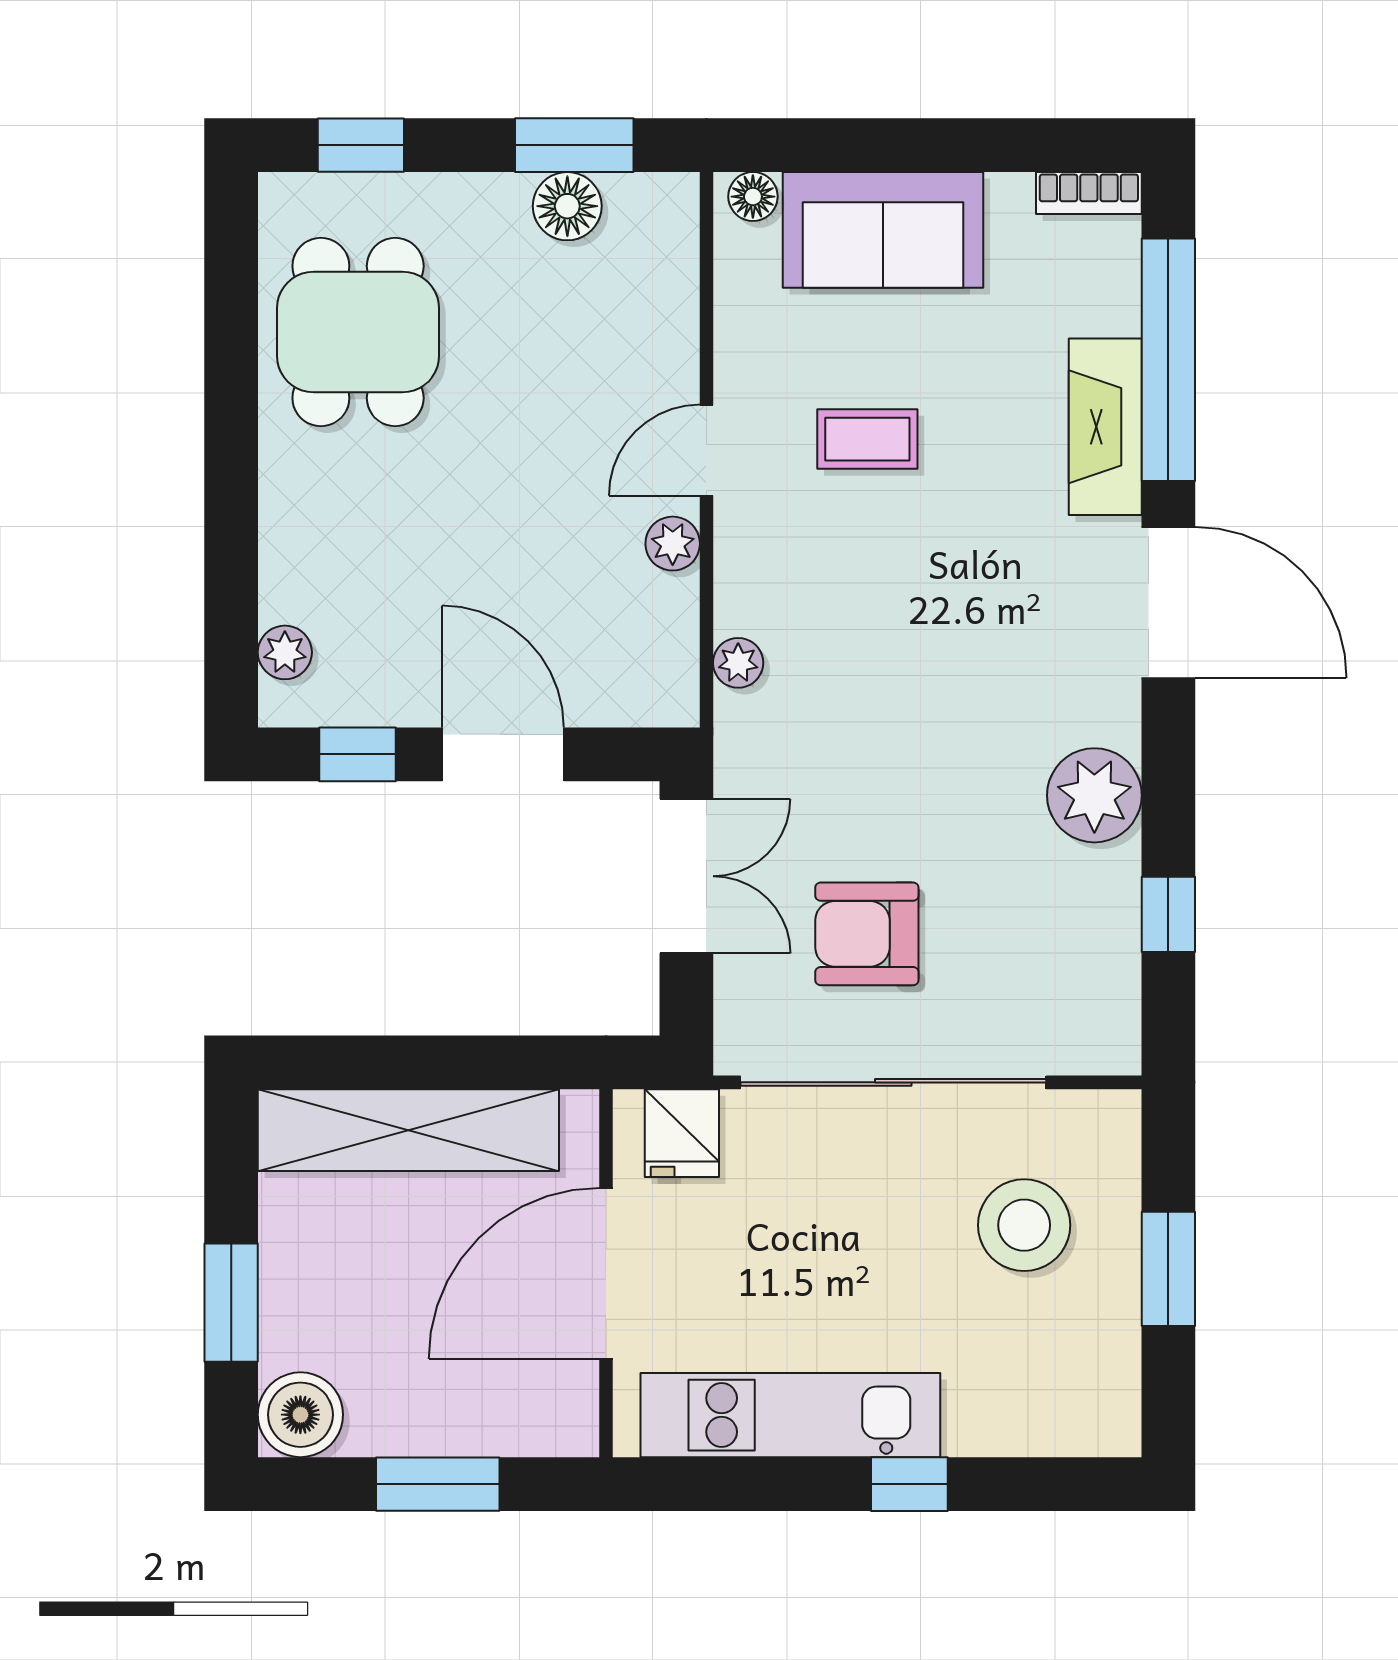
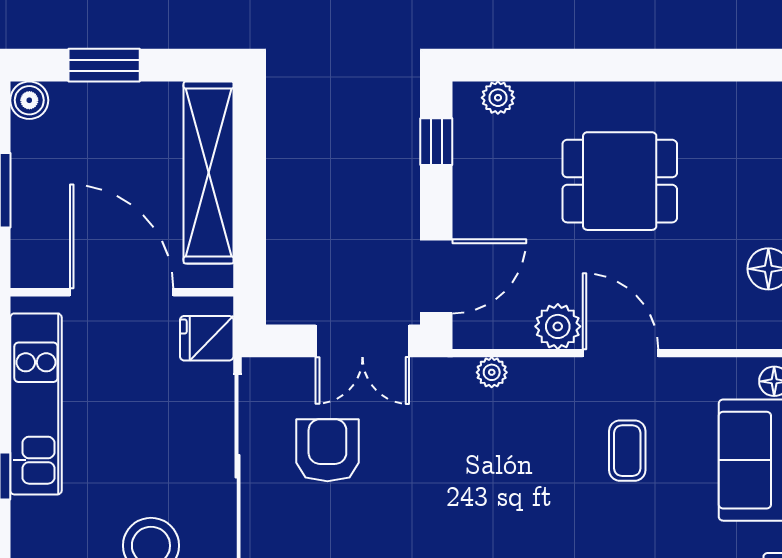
dining table: (358, 332) -> (620, 181), moved
door: (706, 450) -> (621, 353), width x1.38
plant: (673, 544) -> (558, 326), width x1.38, depth x1.38
door: (503, 754) -> (436, 276), moved
boiler: (300, 1415) -> (29, 100), width x0.73, depth x0.73

